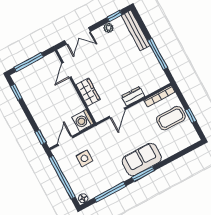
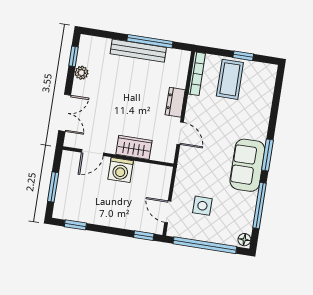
bench: (136, 30) -> (138, 51), moved
window: (29, 62) -> (53, 187), width x0.69
door: (67, 70) -> (93, 153), hinge flipped
washing machine: (83, 121) -> (121, 170), moved
sofa: (142, 160) -> (247, 165), moved

